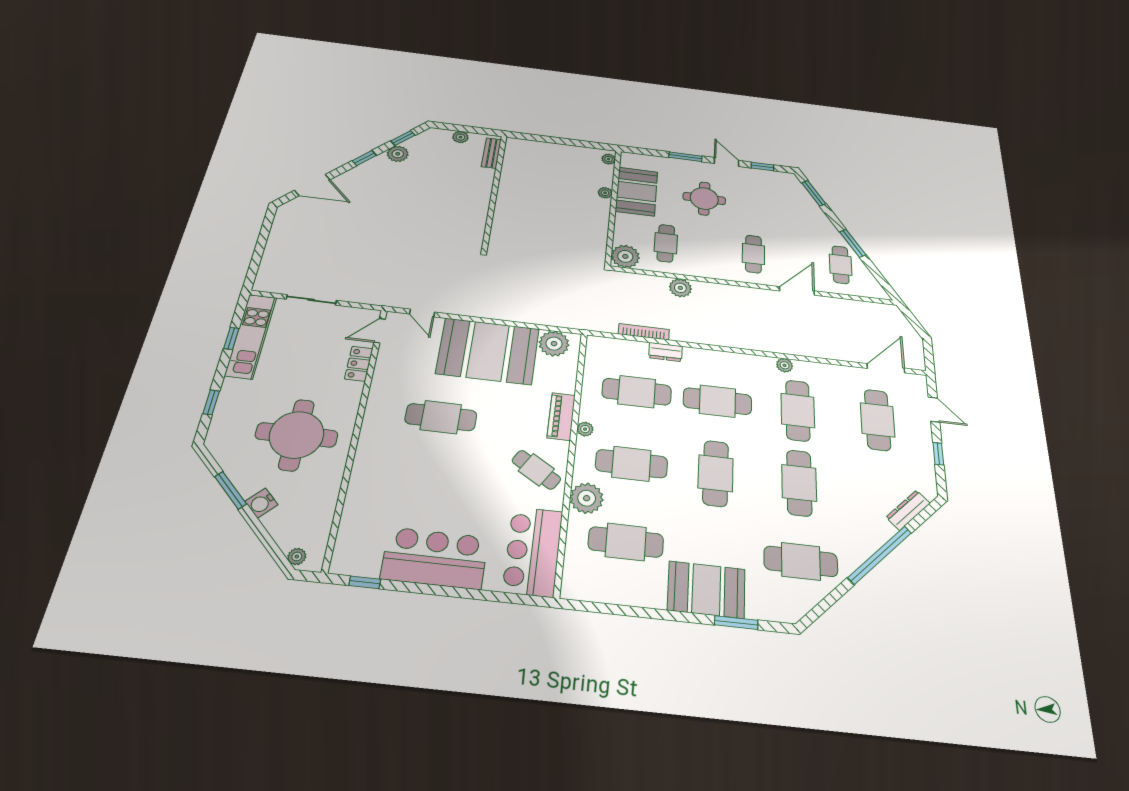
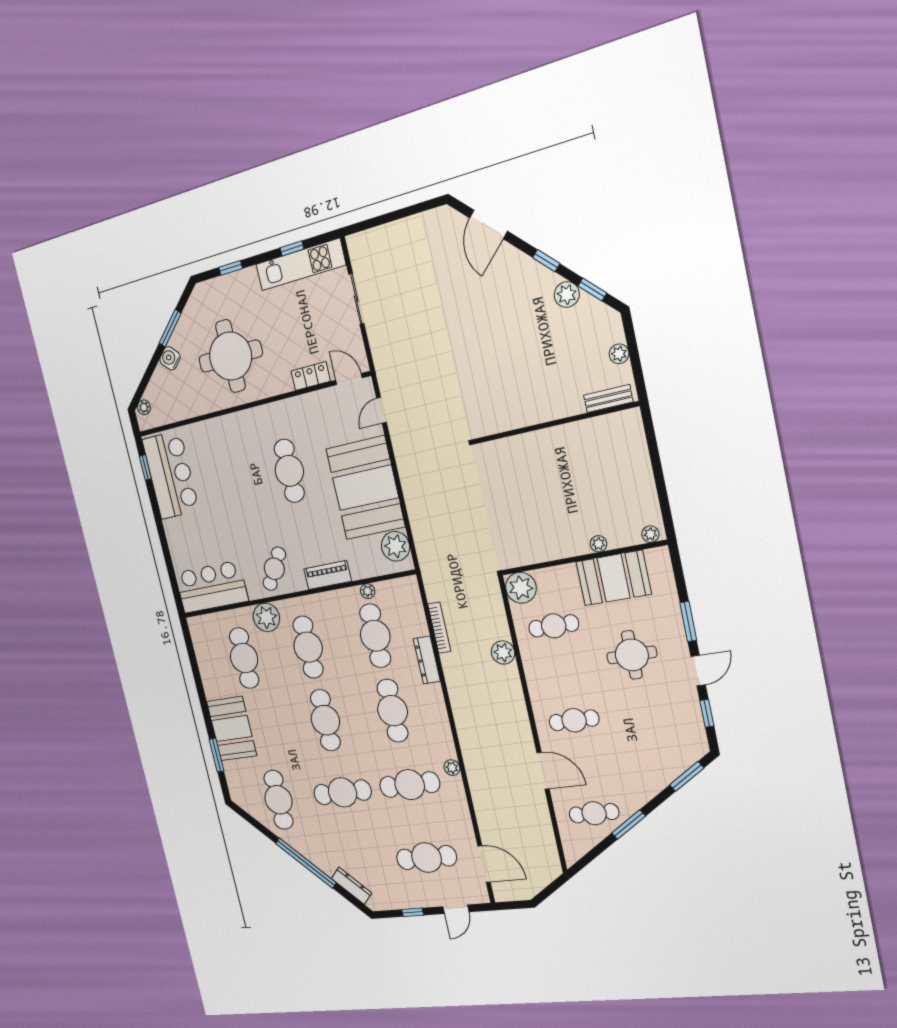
dresser: (665, 352) -> (427, 660), width x1.44
plant: (585, 429) -> (368, 591), moved
cafe table: (716, 473) -> (325, 720), turned 90
bar counter: (435, 558) -> (171, 475), moved

